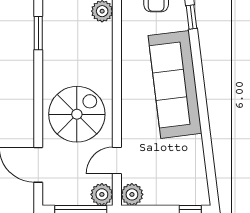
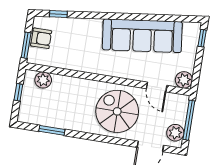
sofa: (175, 84) -> (142, 36), moved
plant: (102, 194) -> (175, 133), moved

